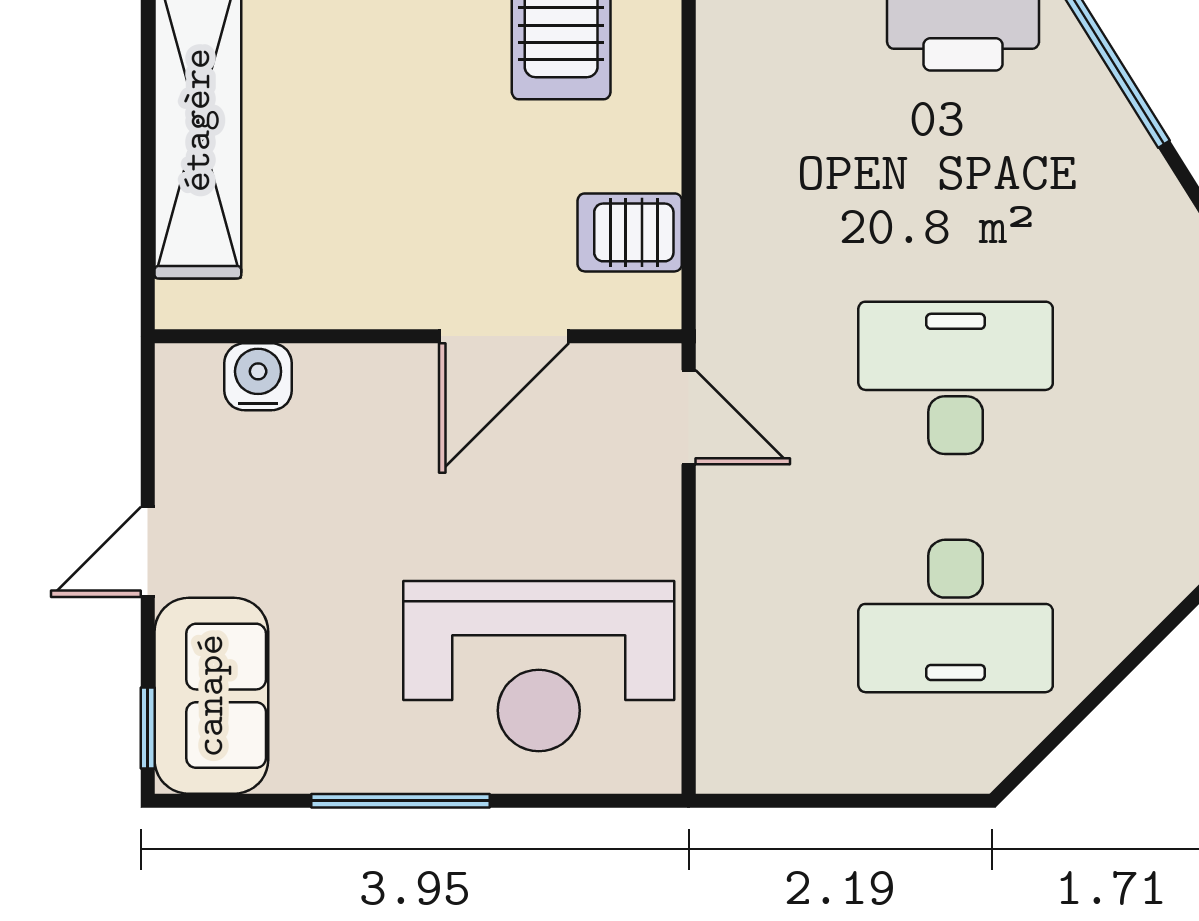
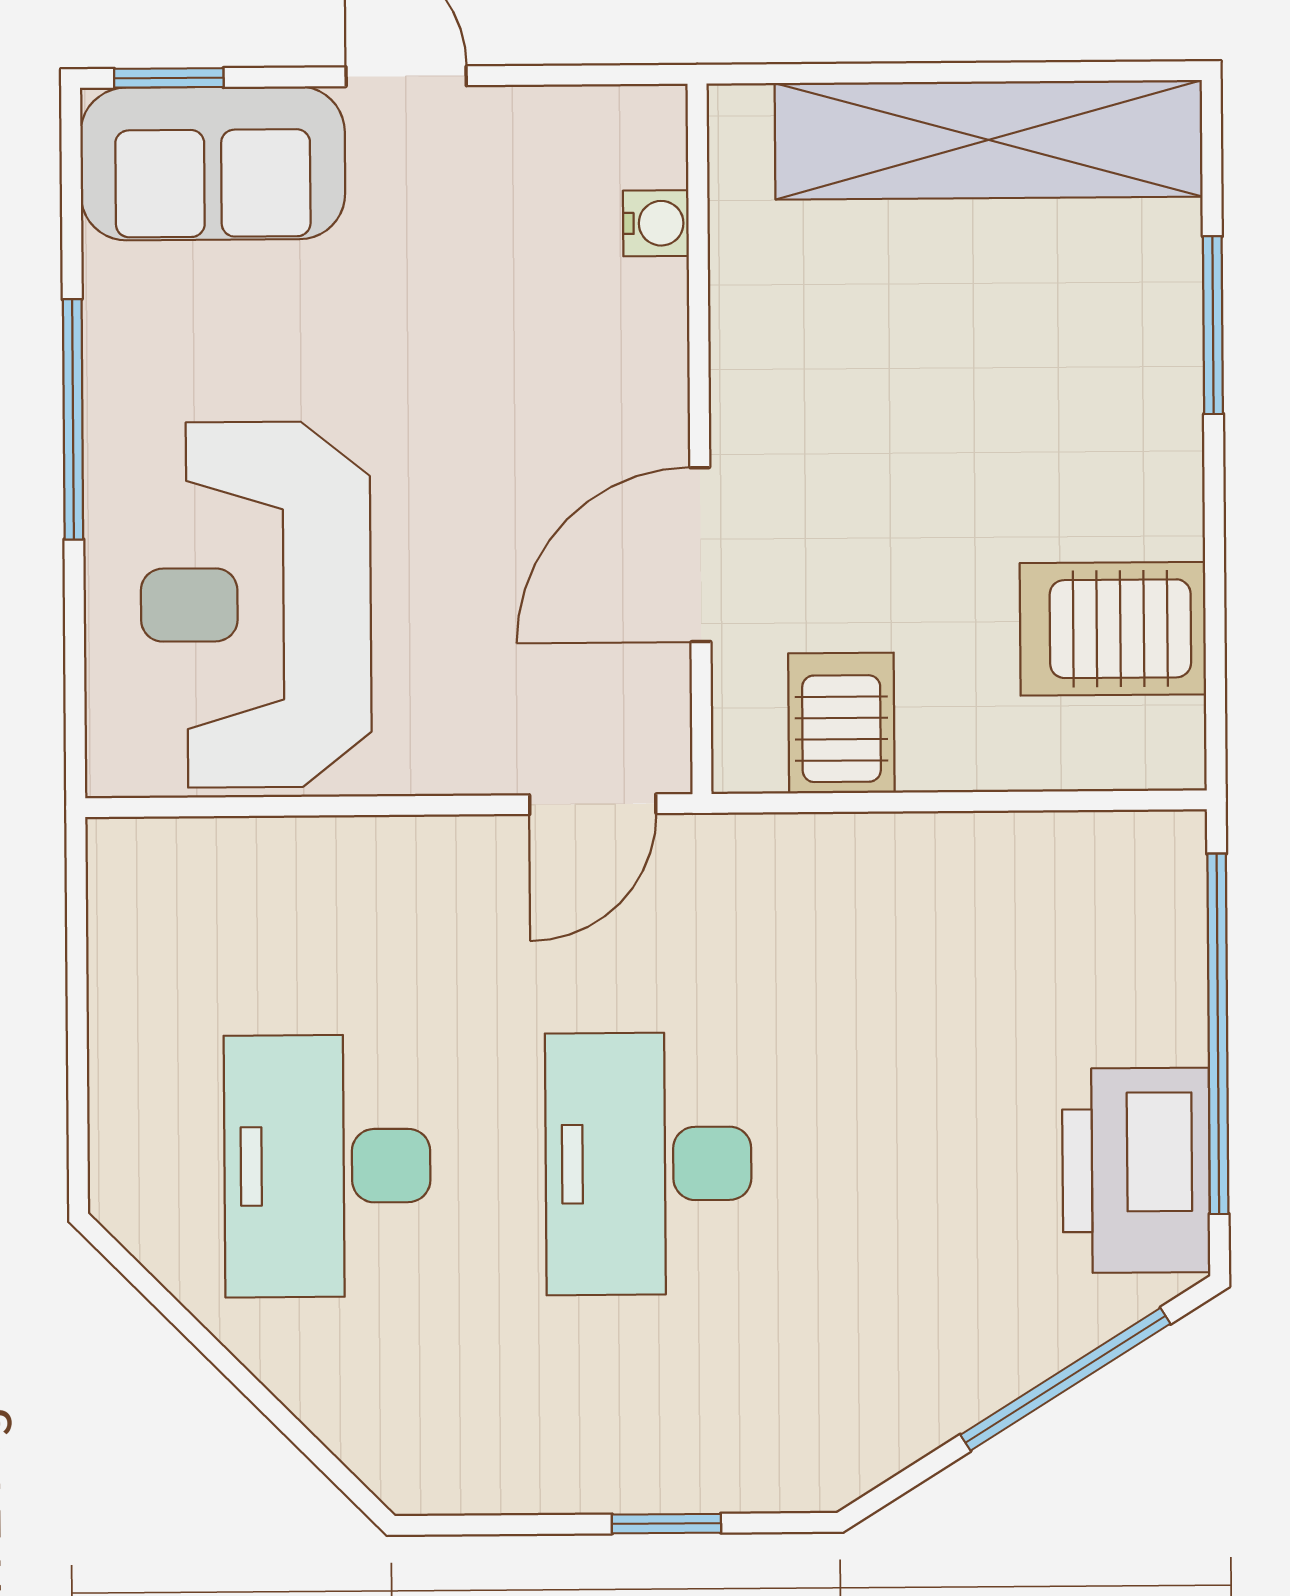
door: (504, 336) -> (700, 555), hinge flipped
water cooler: (258, 377) -> (656, 223), width x0.72, depth x0.72
desk: (956, 378) -> (649, 1164), turned 180

